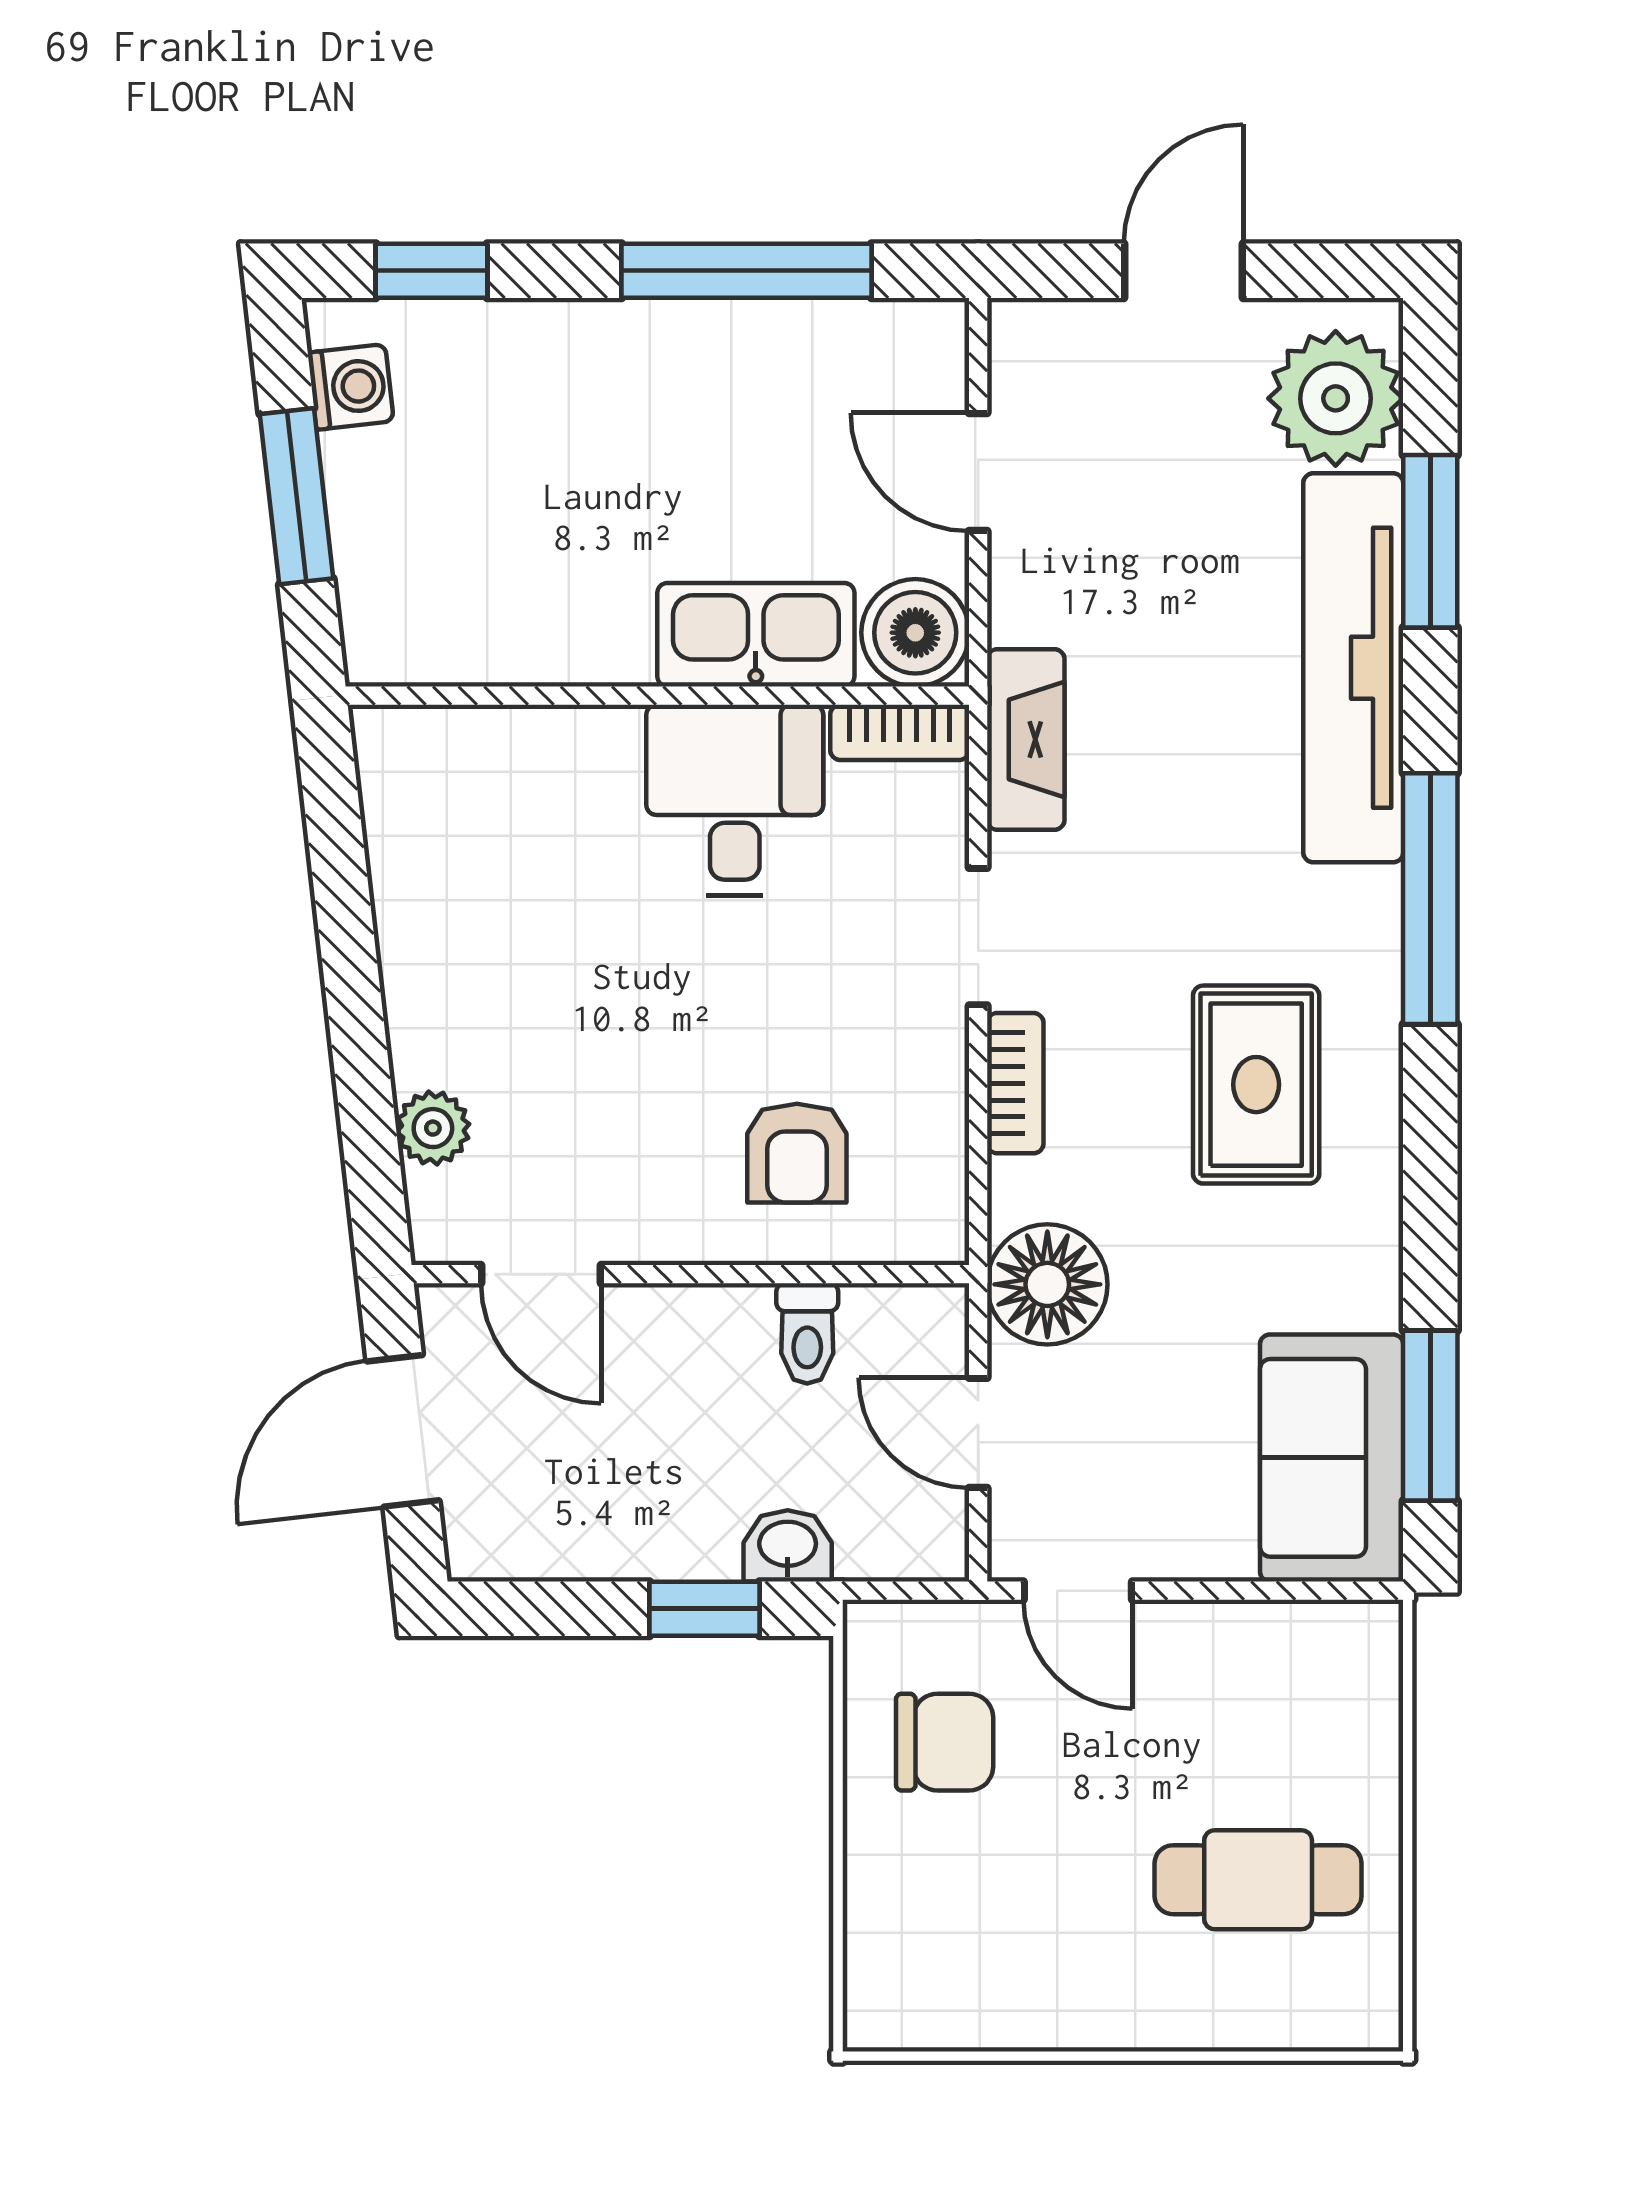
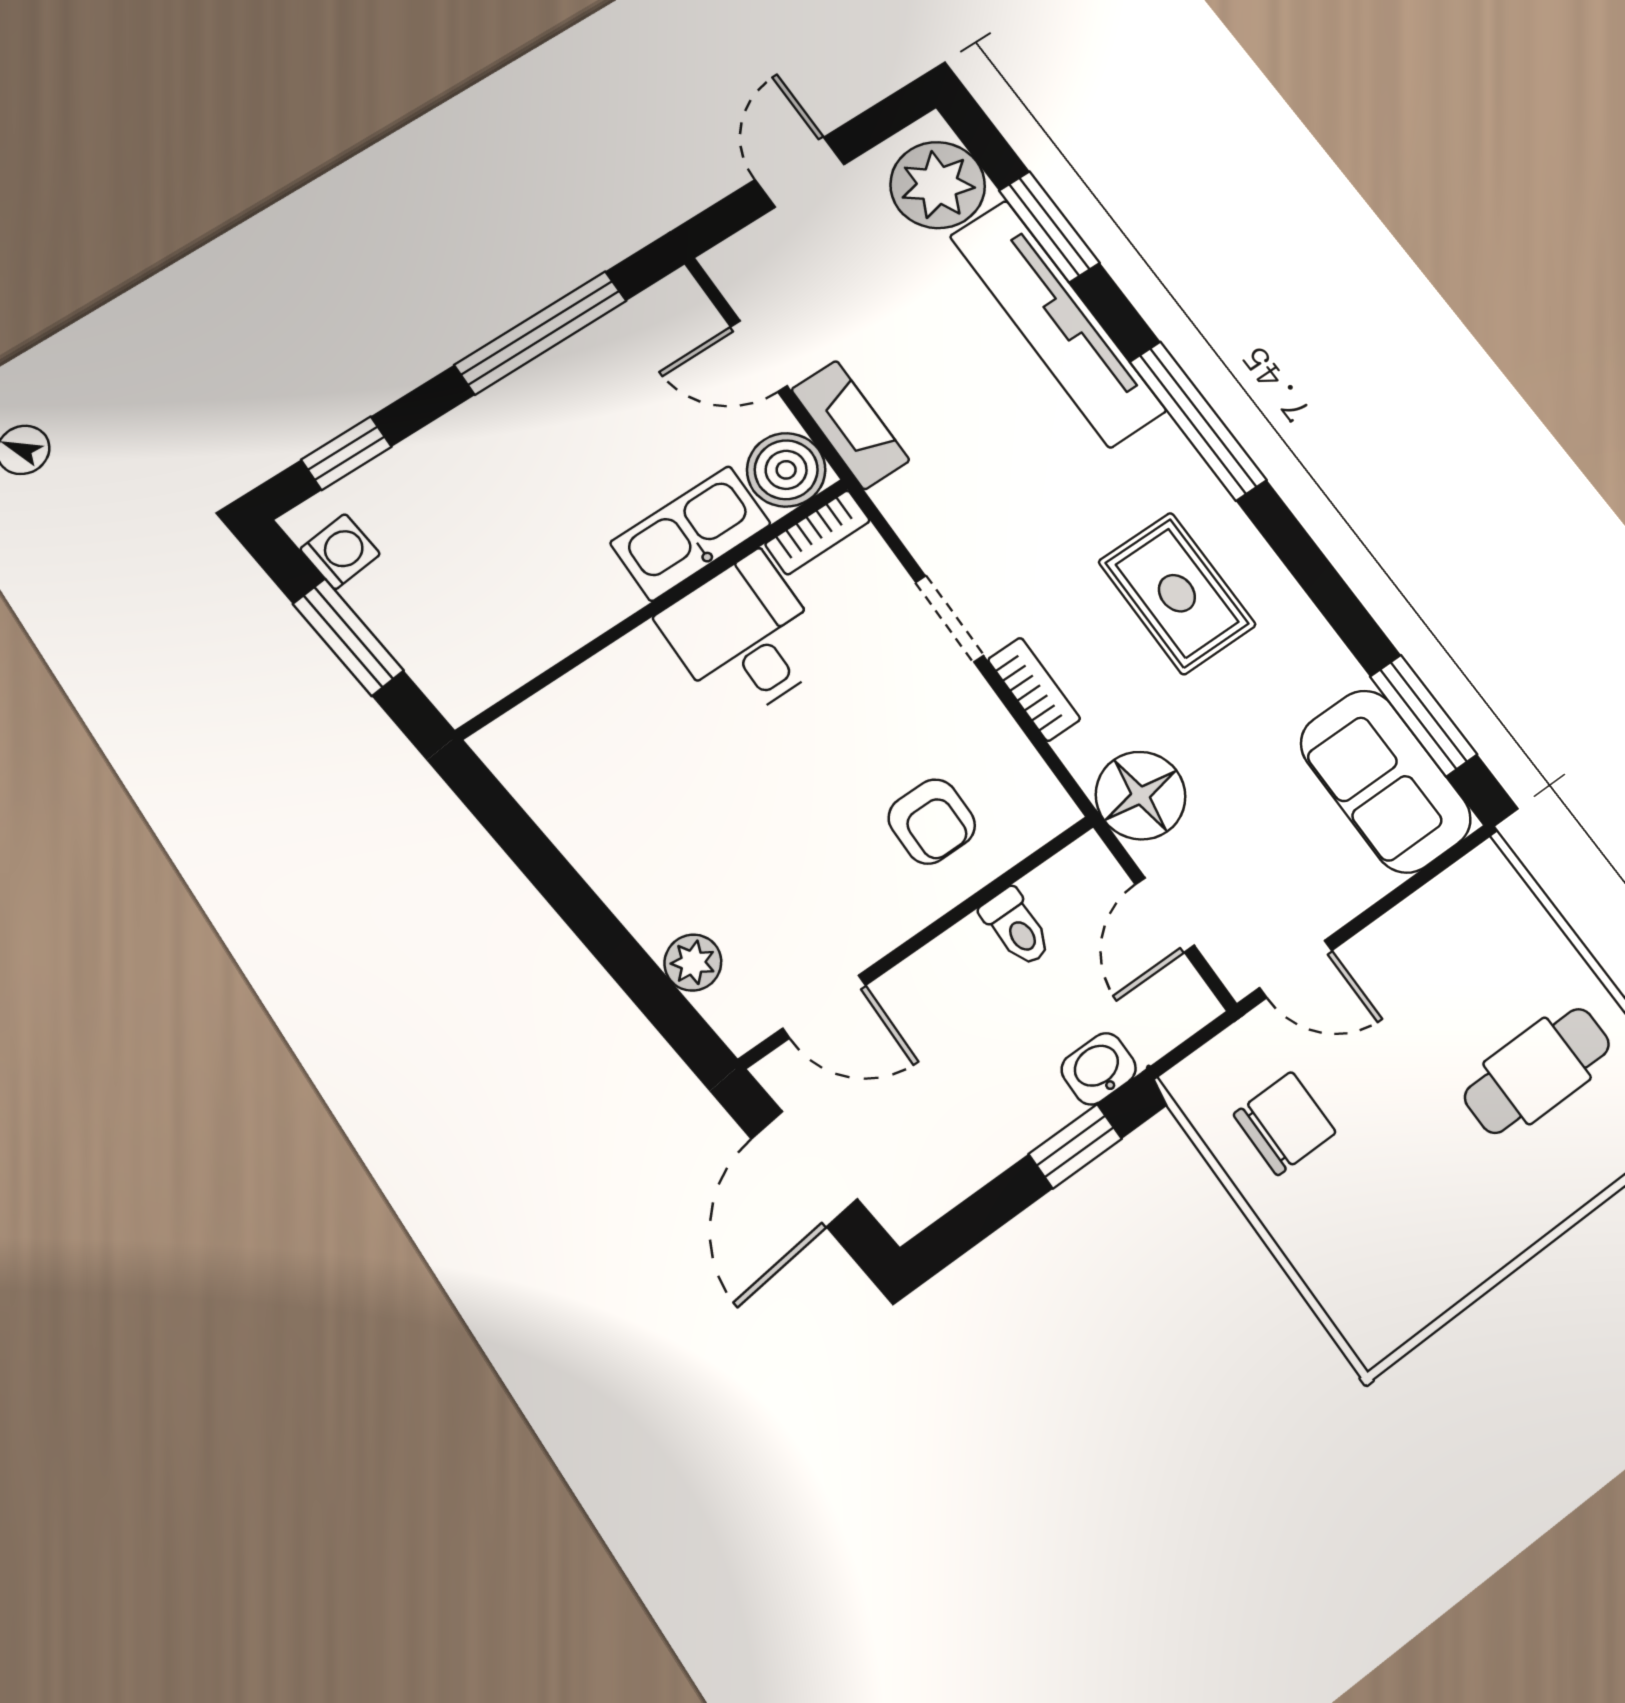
fireplace: (1026, 740) -> (850, 425), moved
door: (978, 1433) -> (1165, 915), hinge flipped

